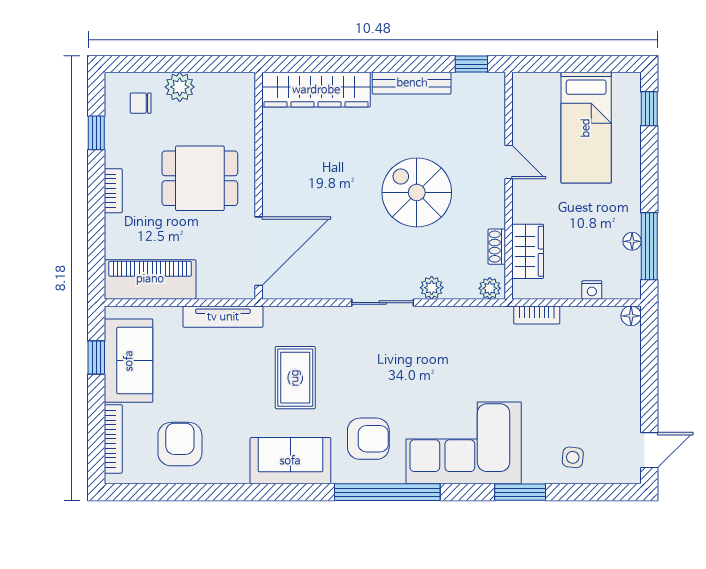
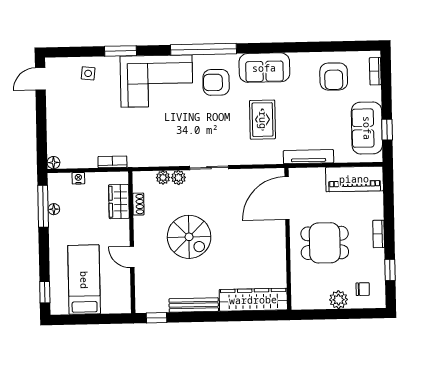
plant: (490, 288) -> (163, 177), moved
bookcase: (113, 439) -> (375, 71), width x0.64

